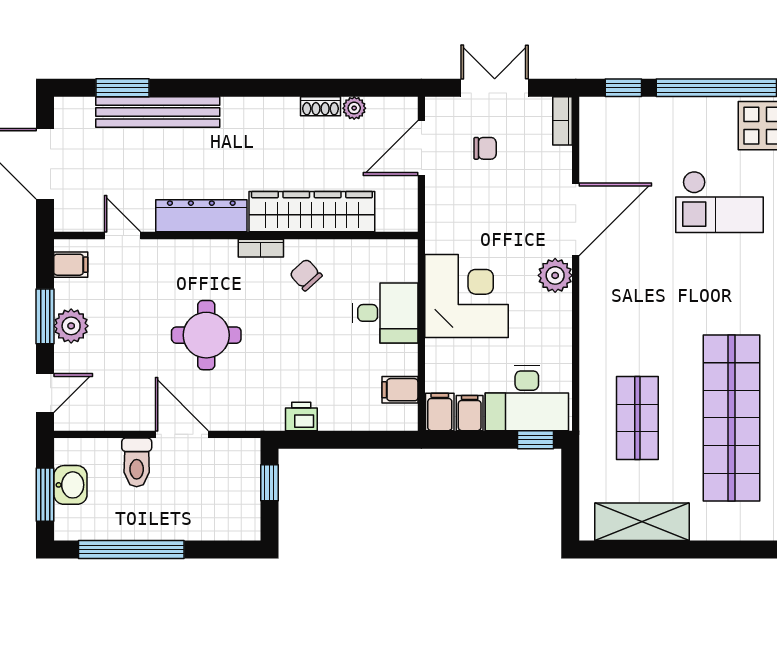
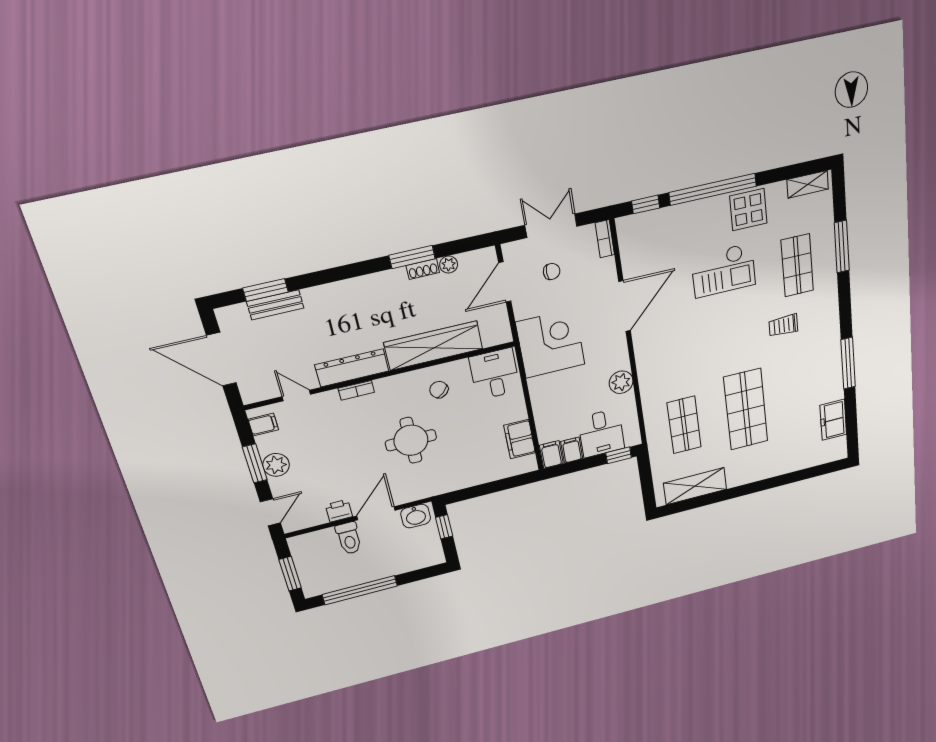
window: (311, 88) -> (412, 257), added
bench: (158, 112) -> (275, 305), width x0.54, depth x0.82
bookcase: (261, 248) -> (356, 390), moved
plant: (555, 275) -> (621, 382), moved
corner desk: (467, 296) -> (550, 343), moved
desk: (385, 313) -> (495, 374), moved, turned -90
round table: (206, 335) -> (411, 440), moved
filing cabinet: (400, 390) -> (520, 439), width x2.00
desk: (527, 398) -> (601, 433), width x0.73
printer: (301, 416) -> (339, 511), moved
shop shelf: (731, 418) -> (746, 409), width x0.71
door: (182, 434) -> (376, 513), hinge flipped
washbasin: (70, 485) -> (416, 516), moved, turned 90

